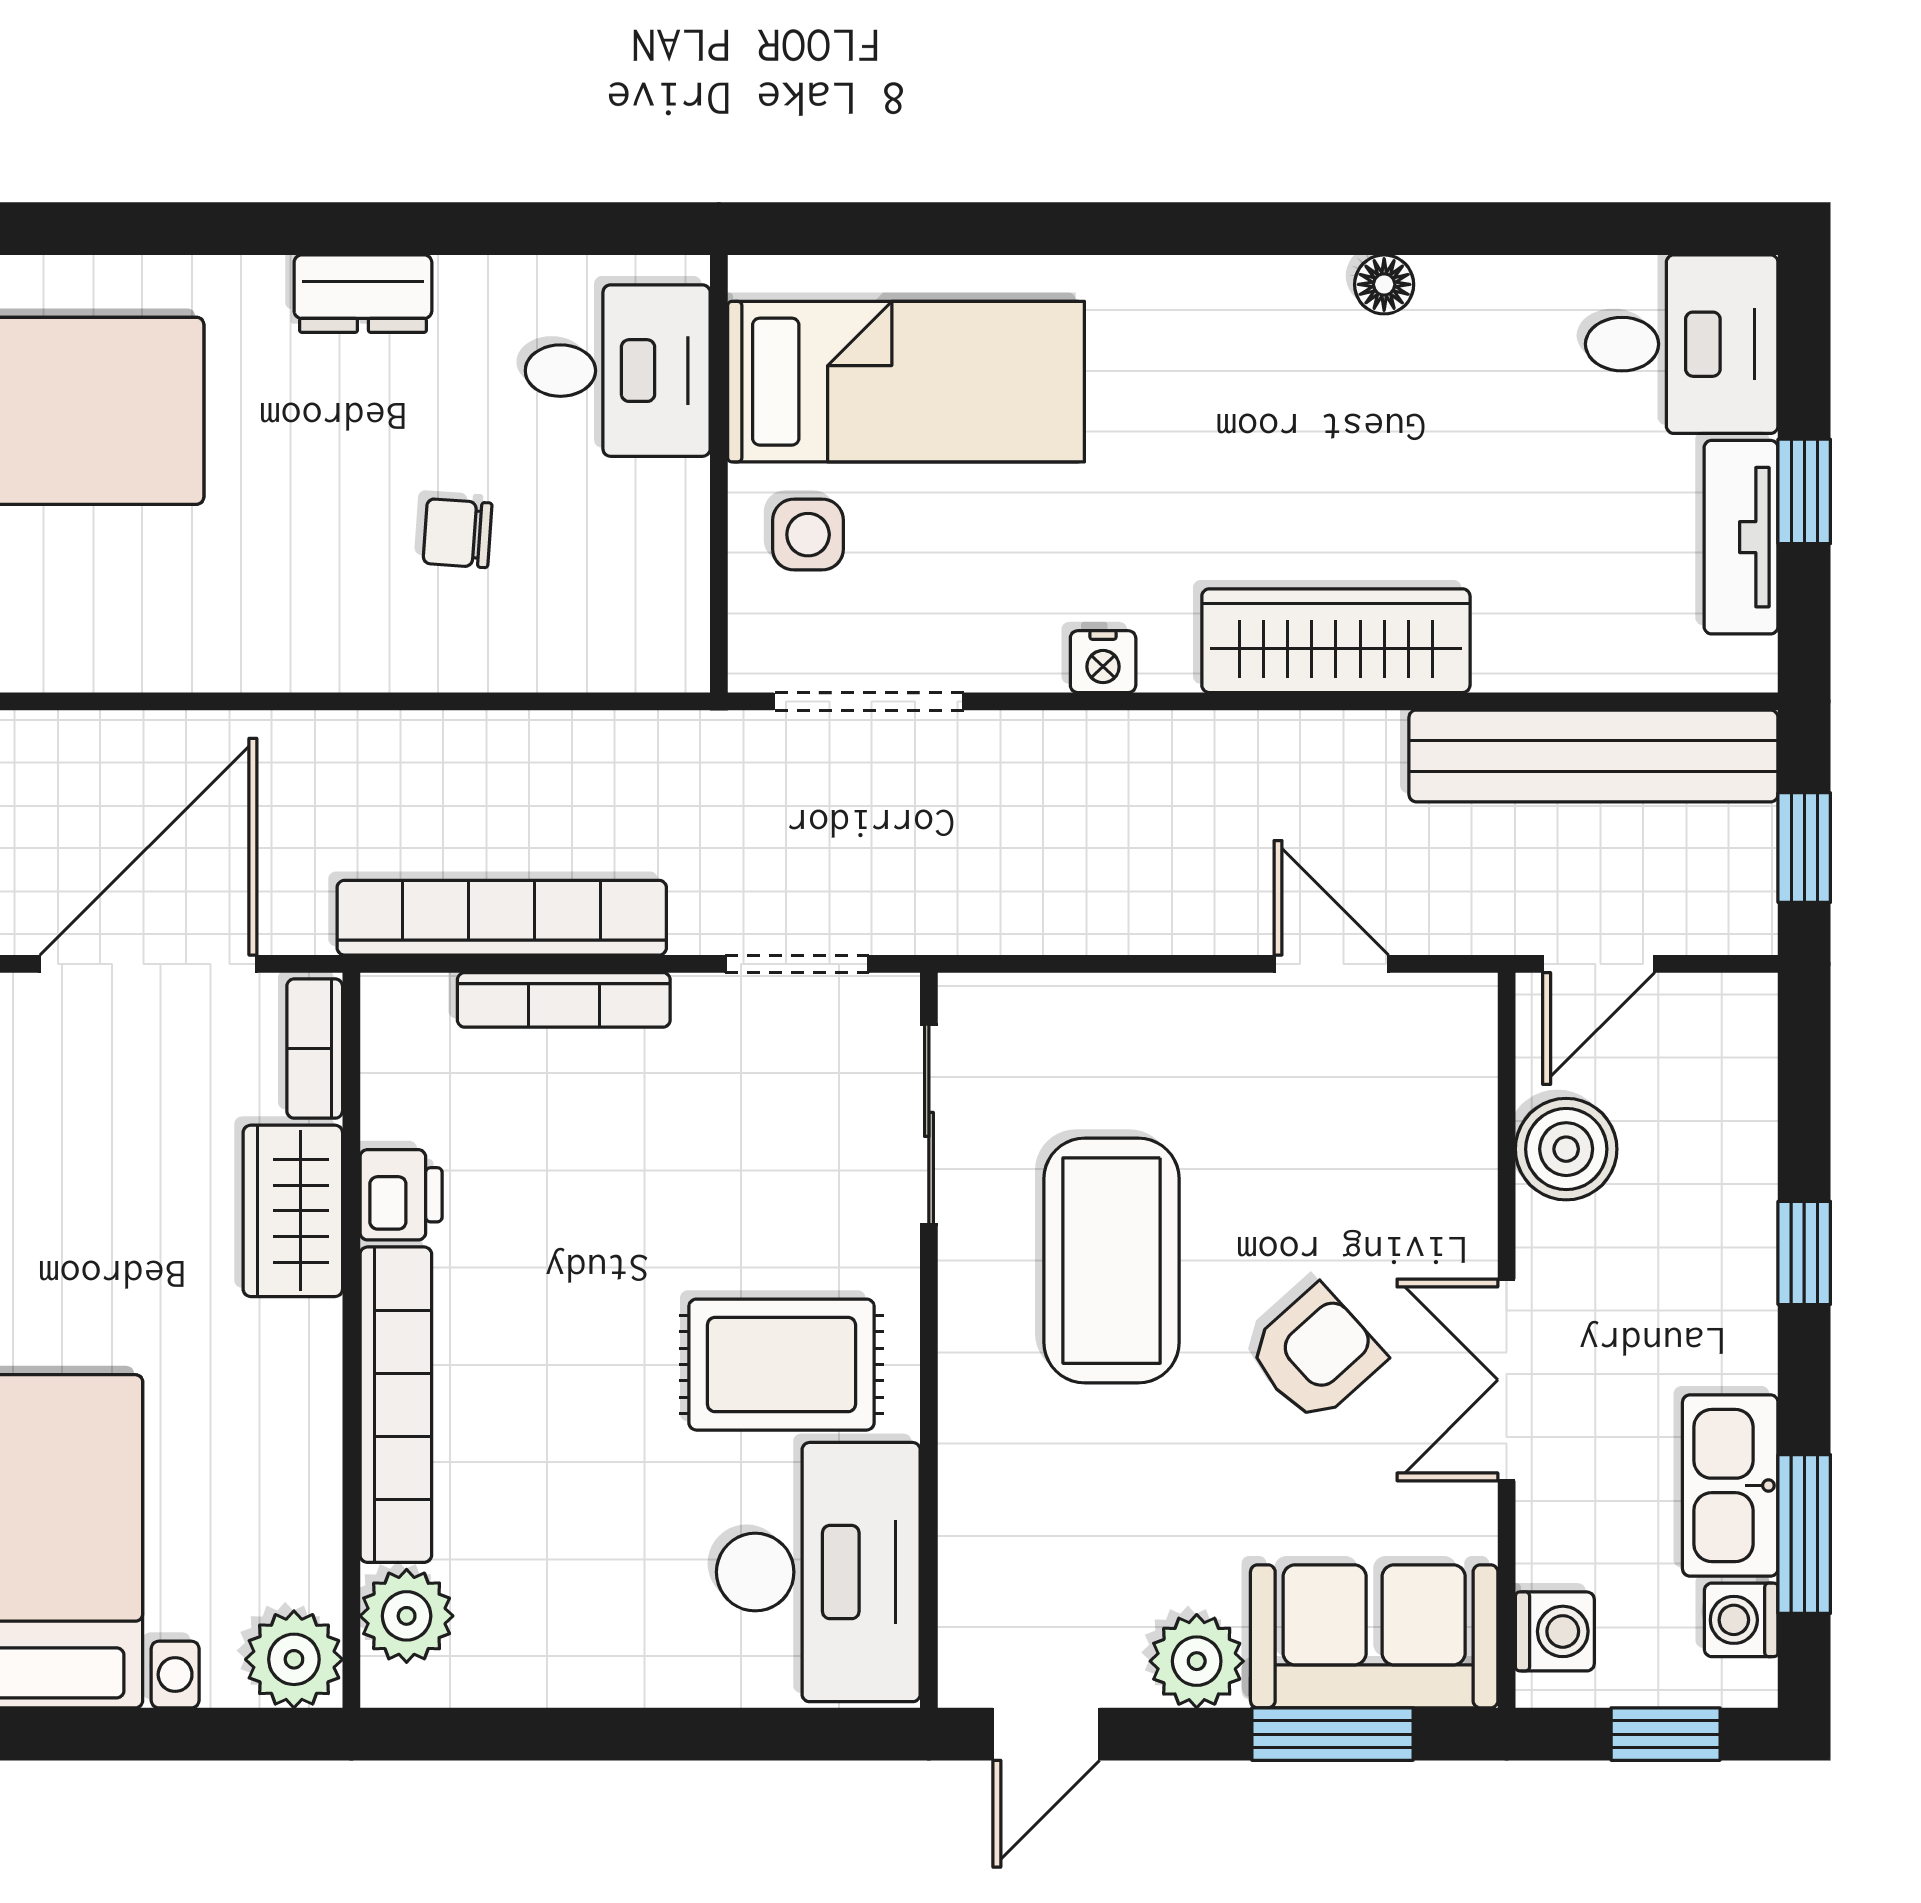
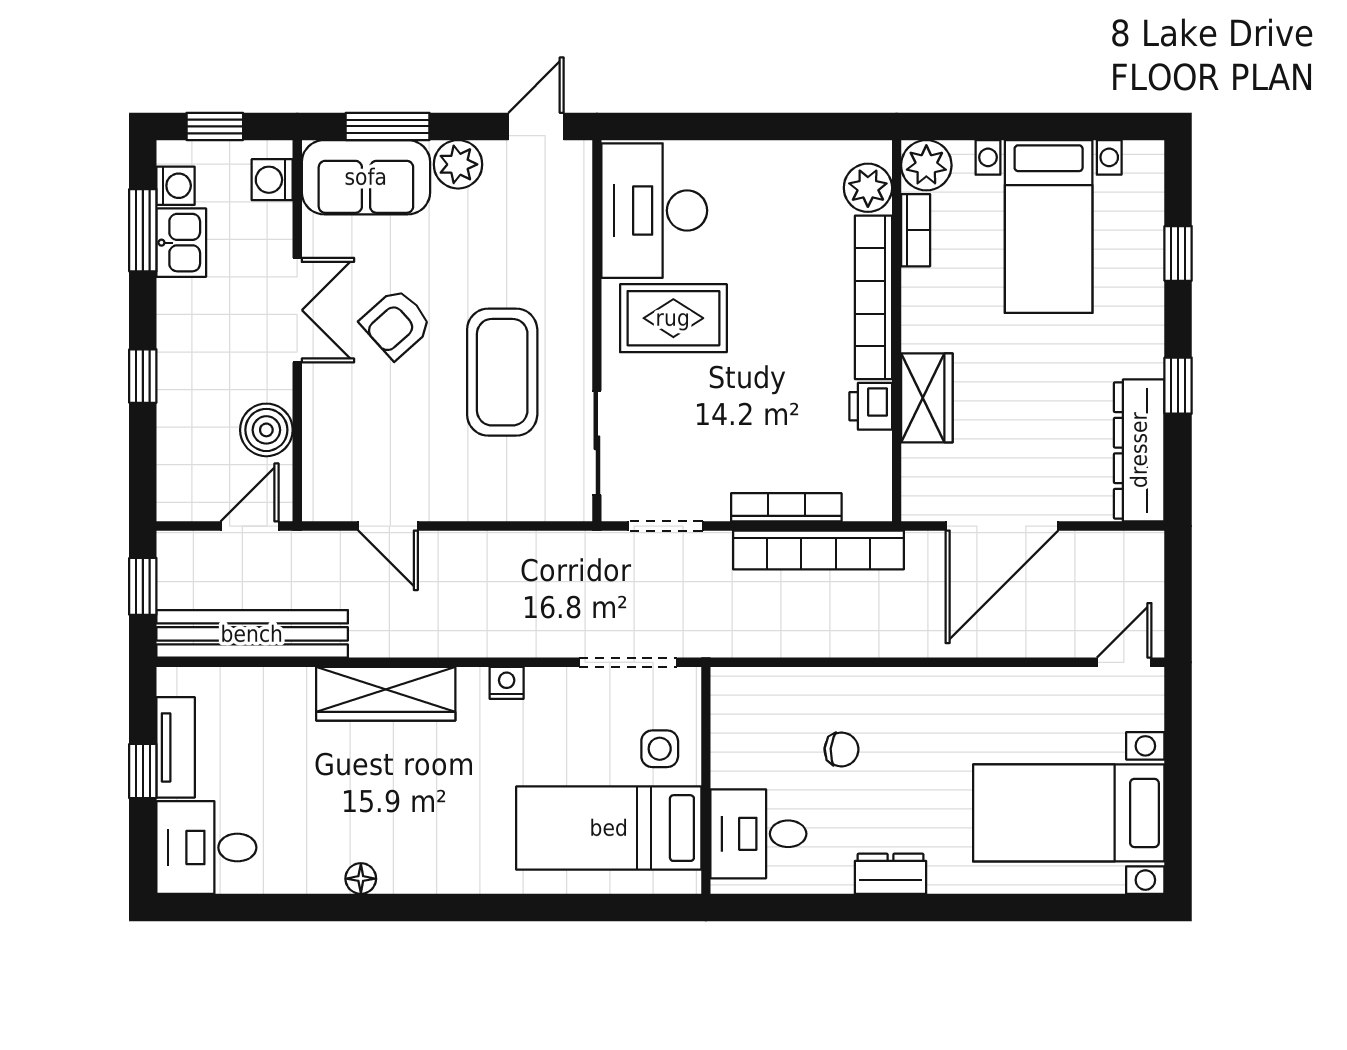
bookcase: (315, 1049) -> (916, 230), moved
kitchen sink: (1730, 1485) -> (181, 243), width x0.73

